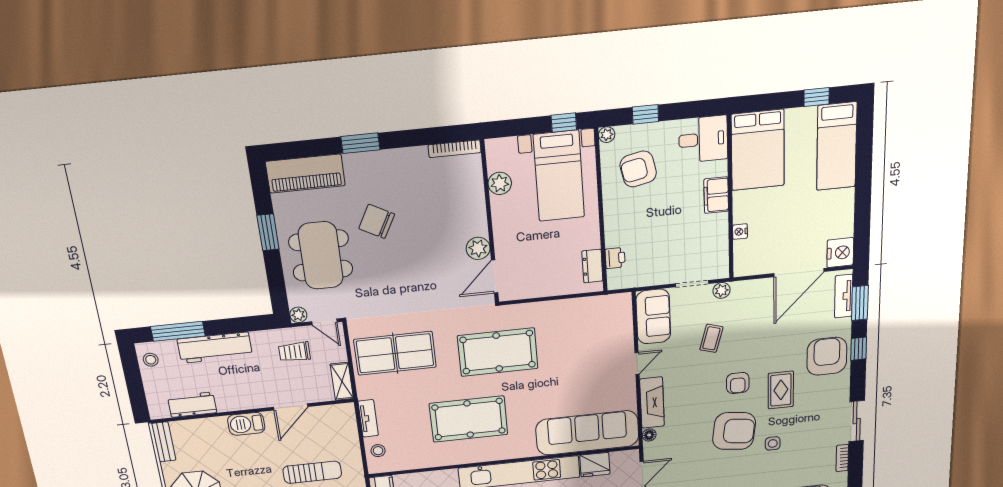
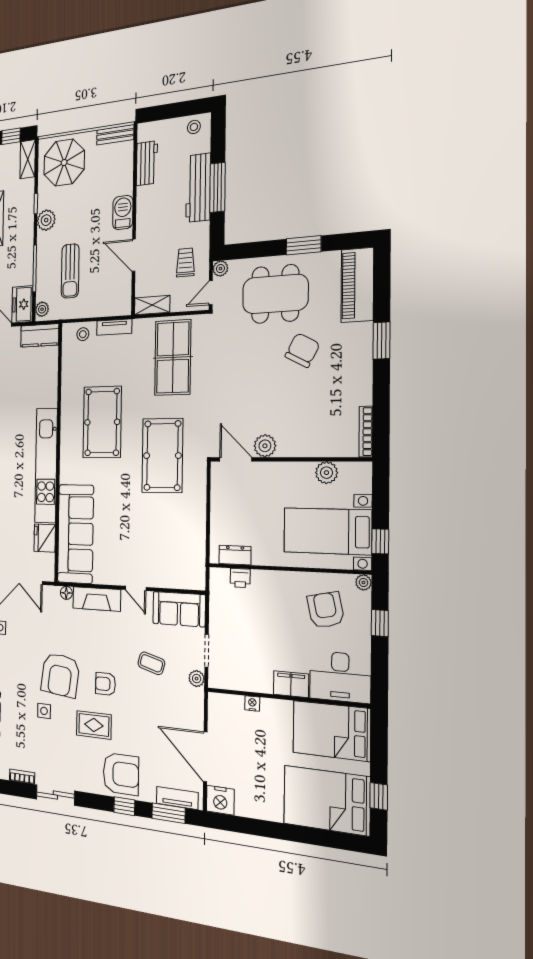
desk: (703, 139) -> (340, 677), width x1.37
bed: (837, 146) -> (327, 800), width x1.50
window: (178, 331) -> (217, 187), moved

